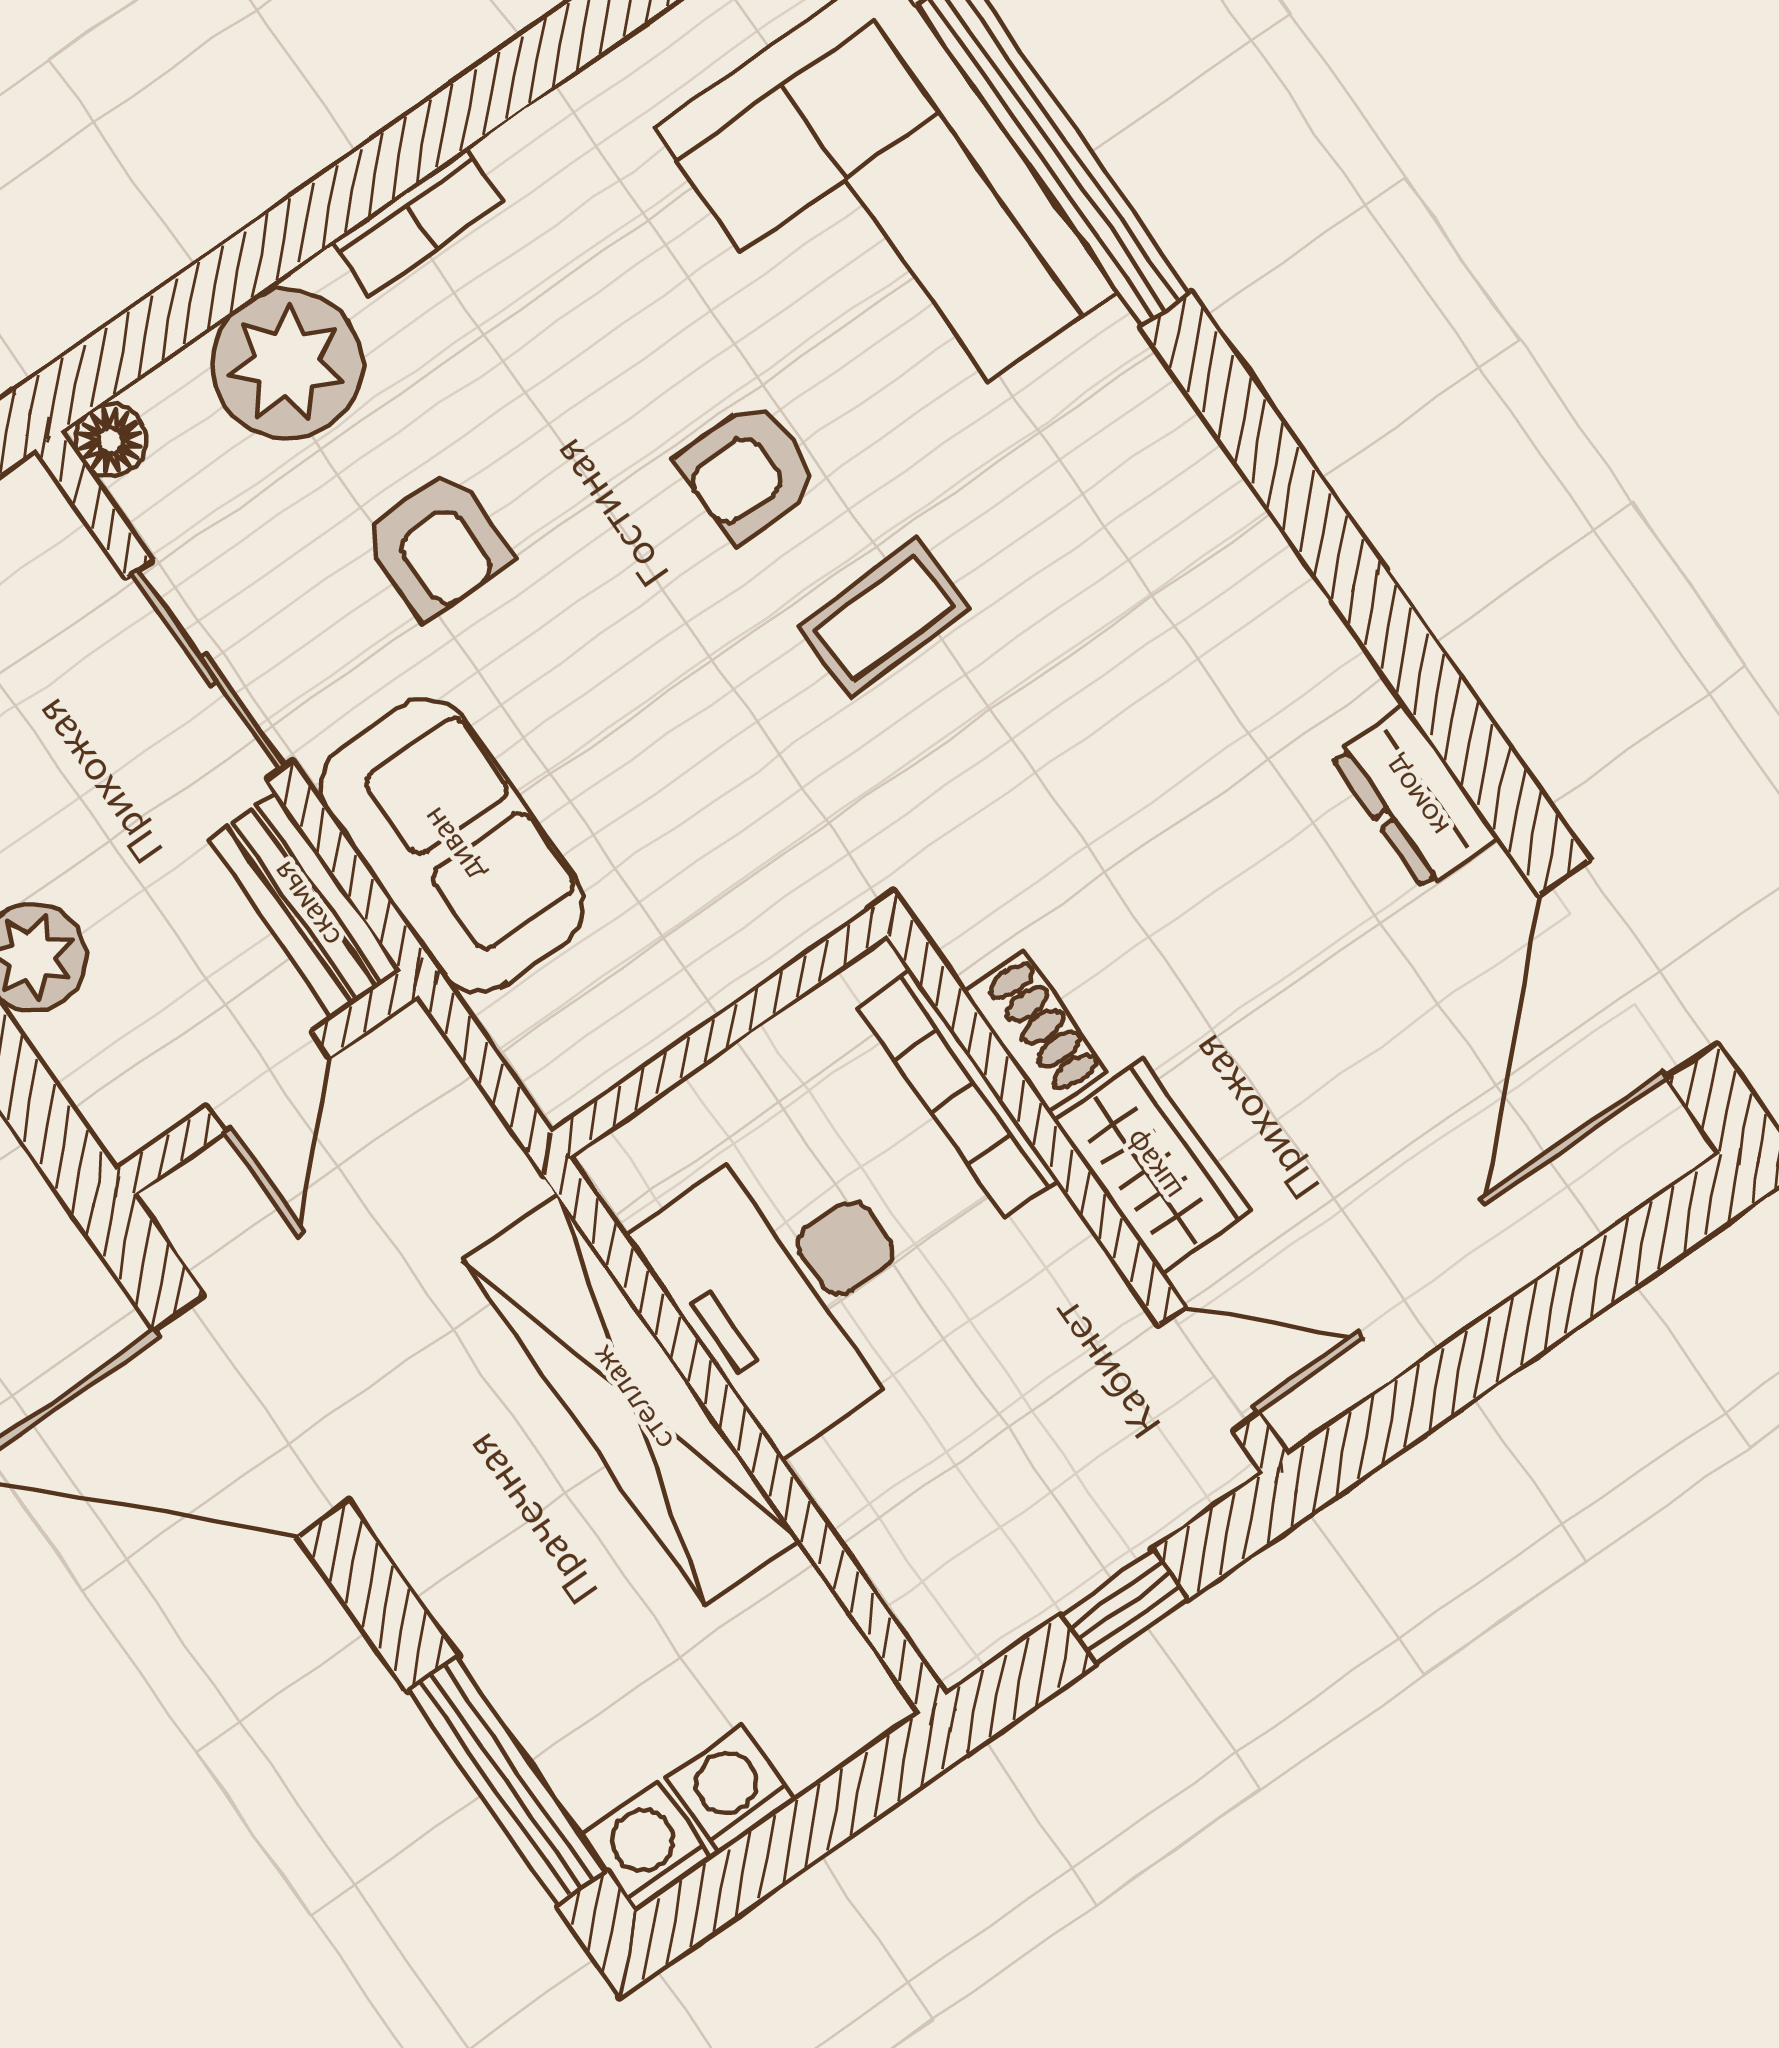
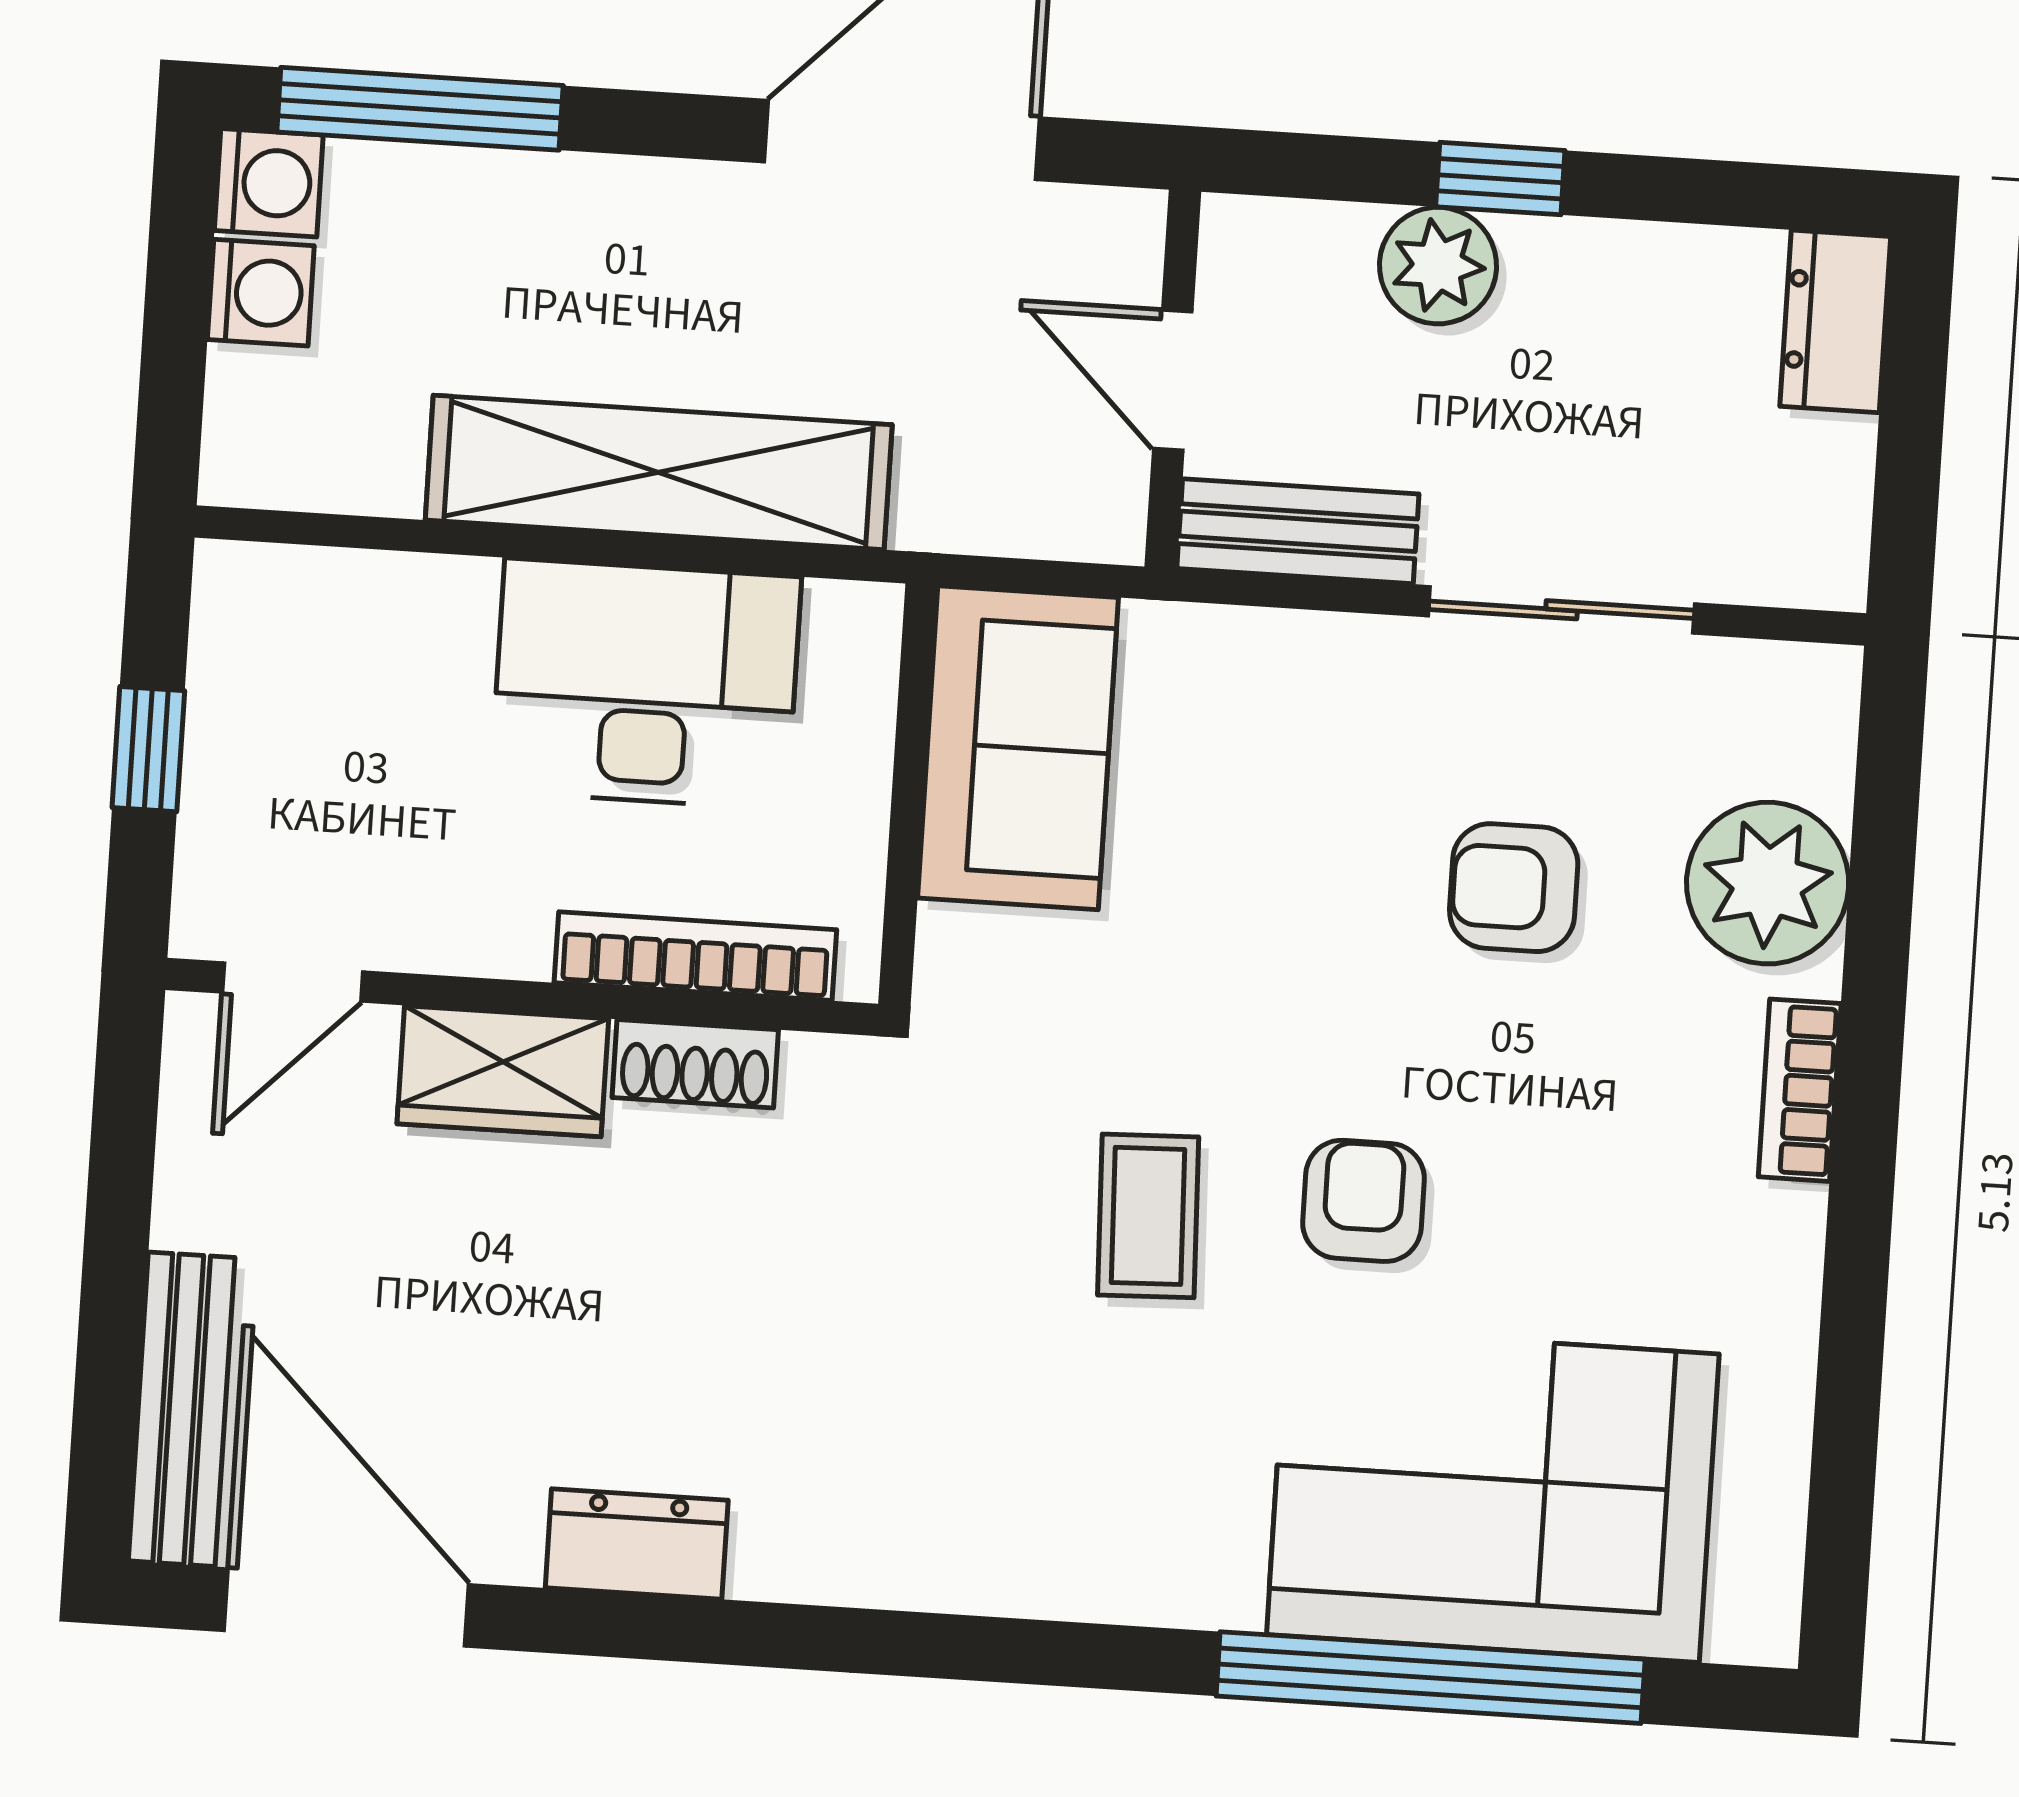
floor lamp: (110, 440) -> (1823, 682), removed
sofa: (452, 846) -> (1018, 748), moved, turned -90
bench: (1580, 1202) -> (182, 1409), added

